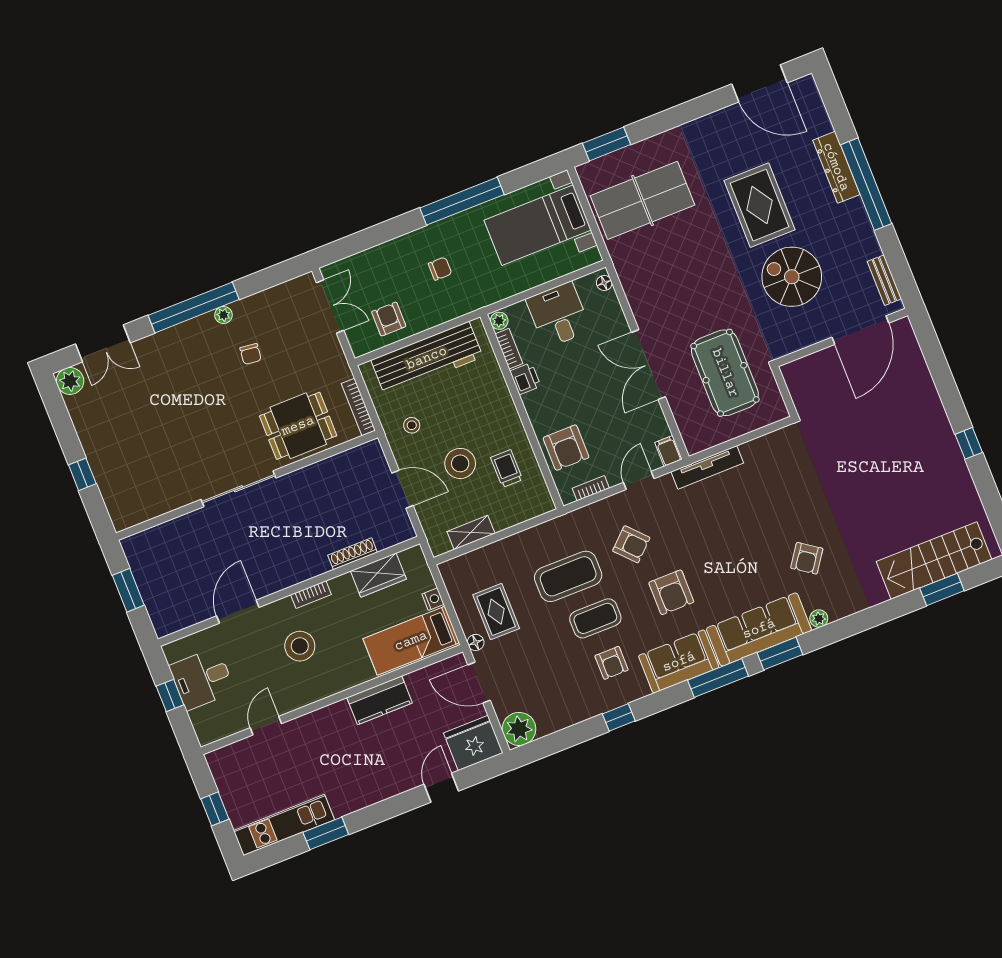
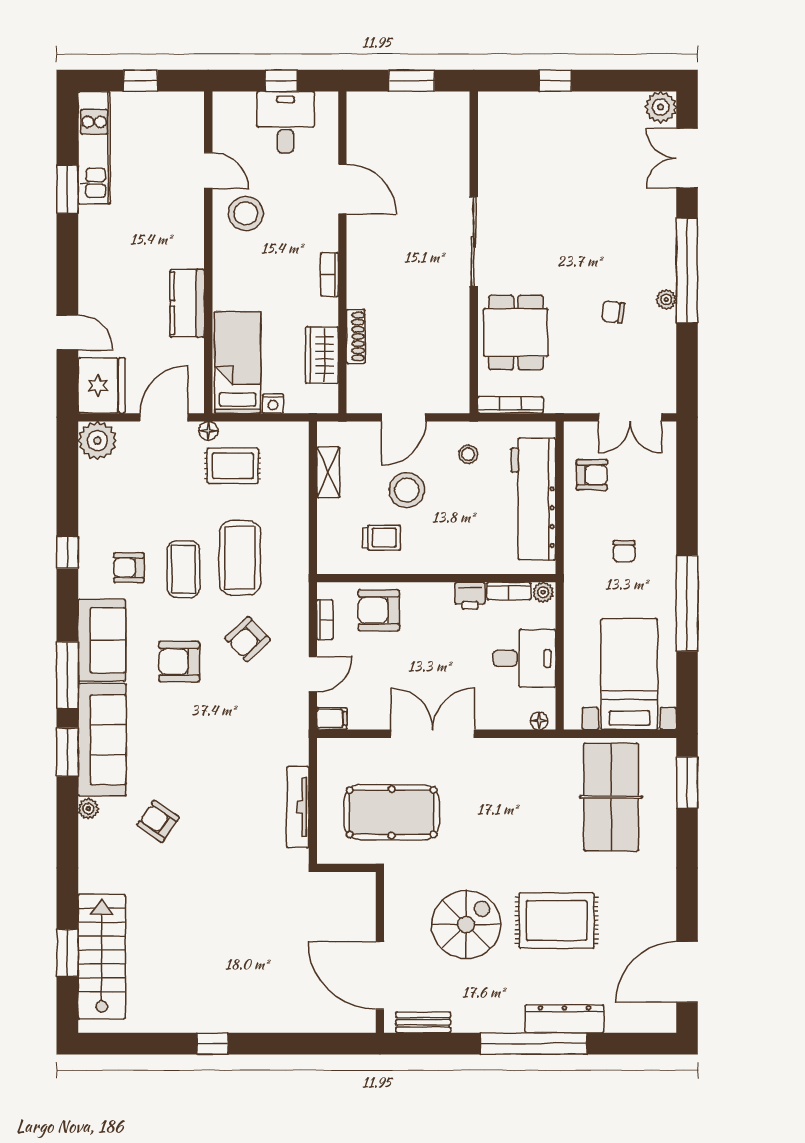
tv unit: (707, 467) -> (298, 807), moved
door: (639, 480) -> (313, 674), hinge flipped
stool: (300, 646) -> (246, 213), moved

